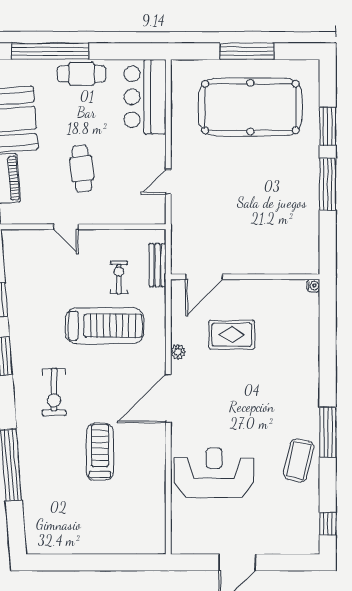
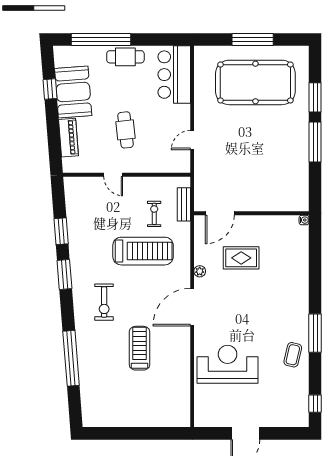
coffee table: (299, 460) -> (293, 355), width x0.73, depth x0.77

